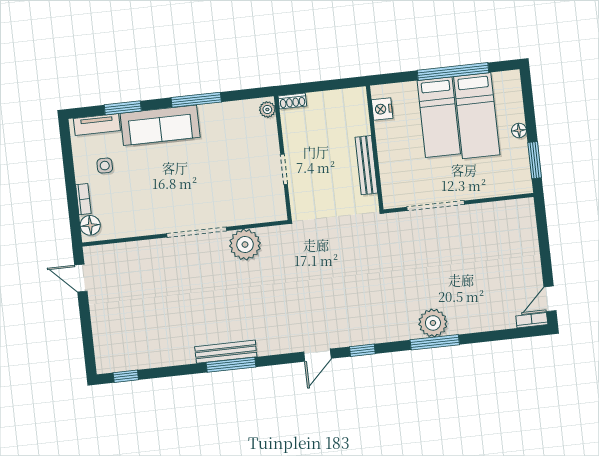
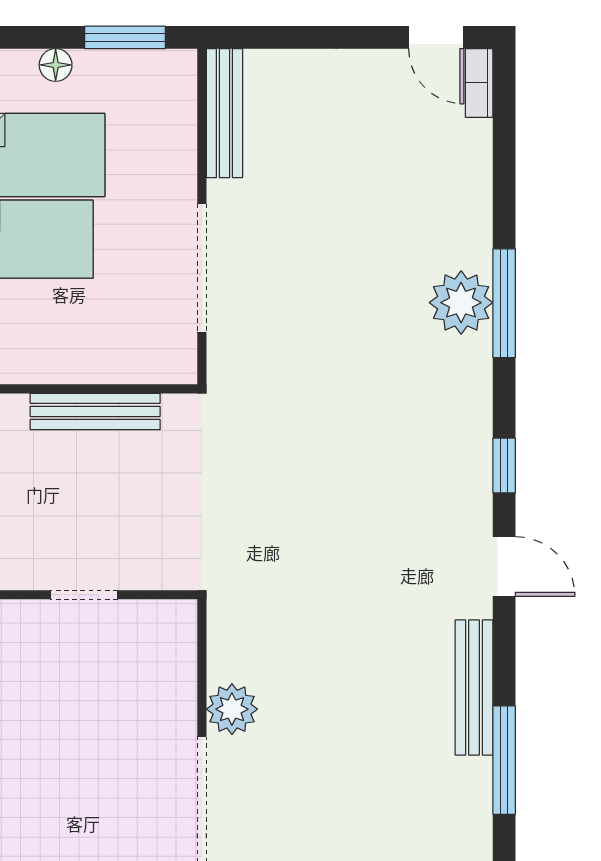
bench: (506, 208) -> (224, 113), added
plant: (245, 245) -> (232, 709), width x0.73, depth x0.73
bench: (226, 352) -> (474, 688), moved

